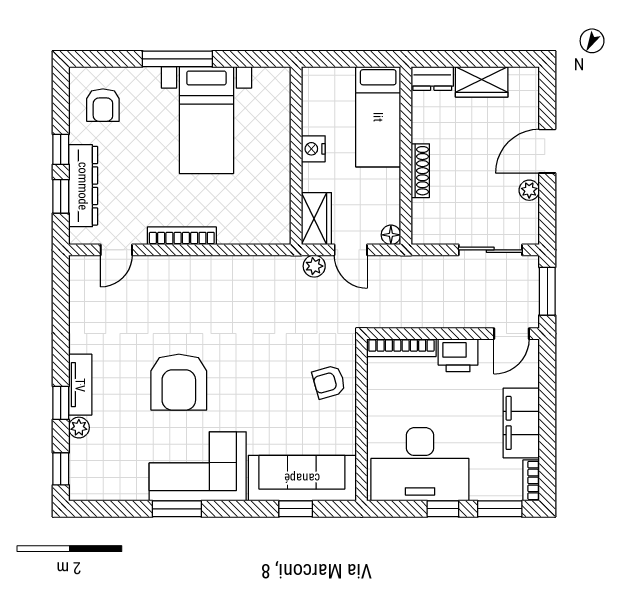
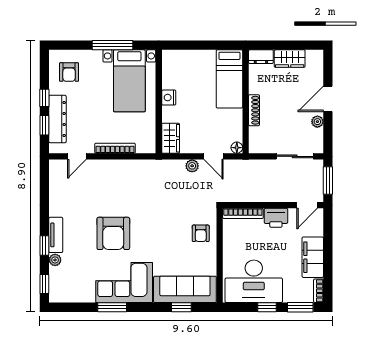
nightstand: (313, 149) -> (169, 98), moved
wall: (296, 156) -> (159, 102), moved
wardrobe: (316, 219) -> (171, 138), moved
armchair: (329, 382) -> (201, 233), turned -74

